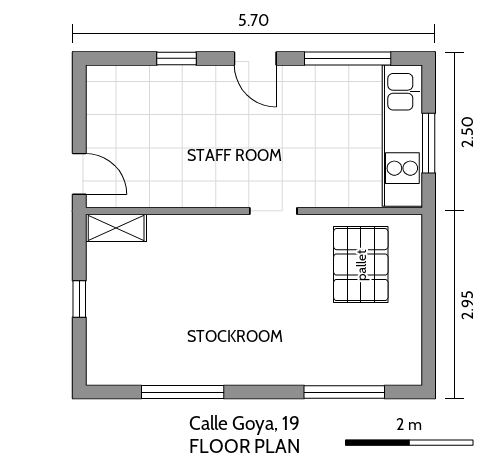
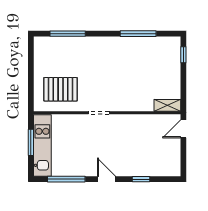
door: (79, 174) -> (183, 129), hinge flipped
pallet: (361, 265) -> (61, 89), turned 90
window: (79, 299) -> (183, 55), moved

